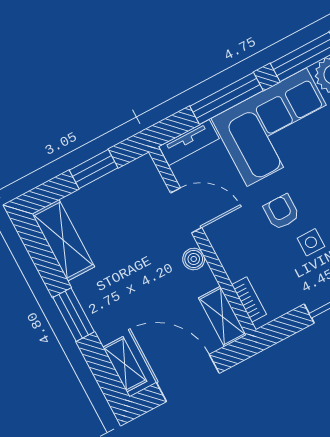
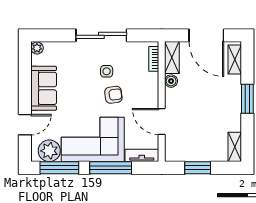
armchair: (281, 212) -> (113, 95), turned -98
shelving: (63, 240) -> (235, 147), width x0.67, depth x0.75
boiler: (194, 259) -> (171, 81), moved

